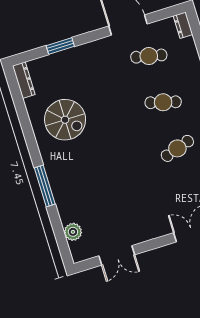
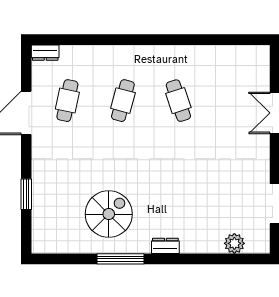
dresser: (24, 80) -> (165, 246), moved, width x0.70
window: (45, 186) -> (120, 259), moved

